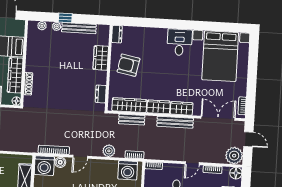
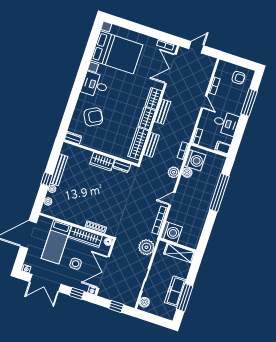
wardrobe: (101, 58) -> (102, 161), moved
armchair: (128, 65) -> (93, 117), moved, turned -130
bench: (175, 122) -> (163, 112), width x0.73
plant: (234, 156) -> (146, 247), moved
door: (80, 157) -> (172, 199), swing flipped
boiler: (60, 162) -> (187, 173), moved
floor lamp: (236, 173) -> (223, 66), removed

